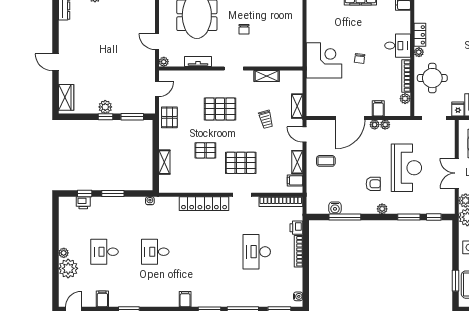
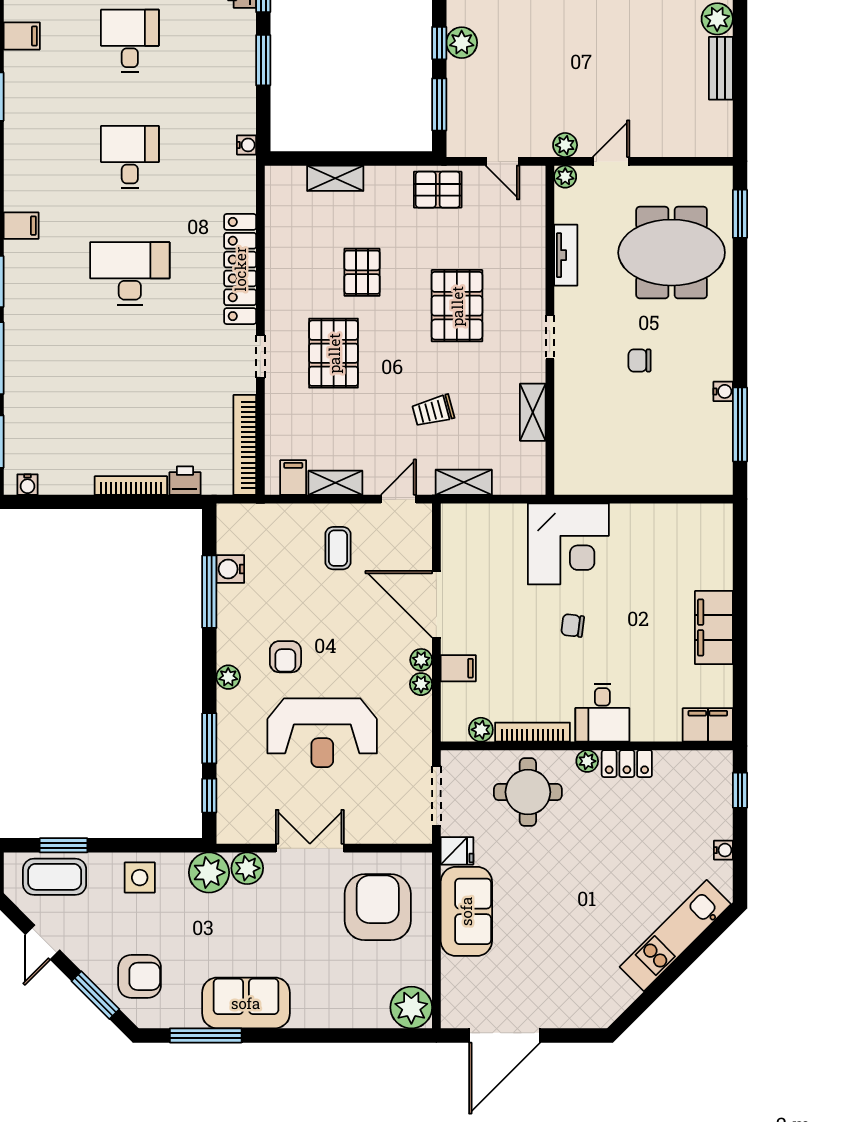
plant: (150, 62) -> (565, 145), added
desk: (257, 252) -> (130, 273), moved

